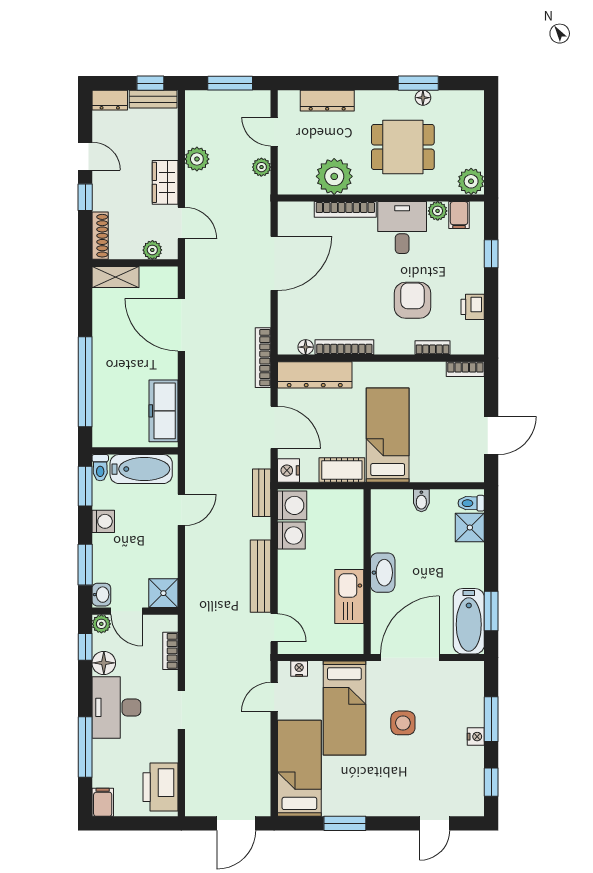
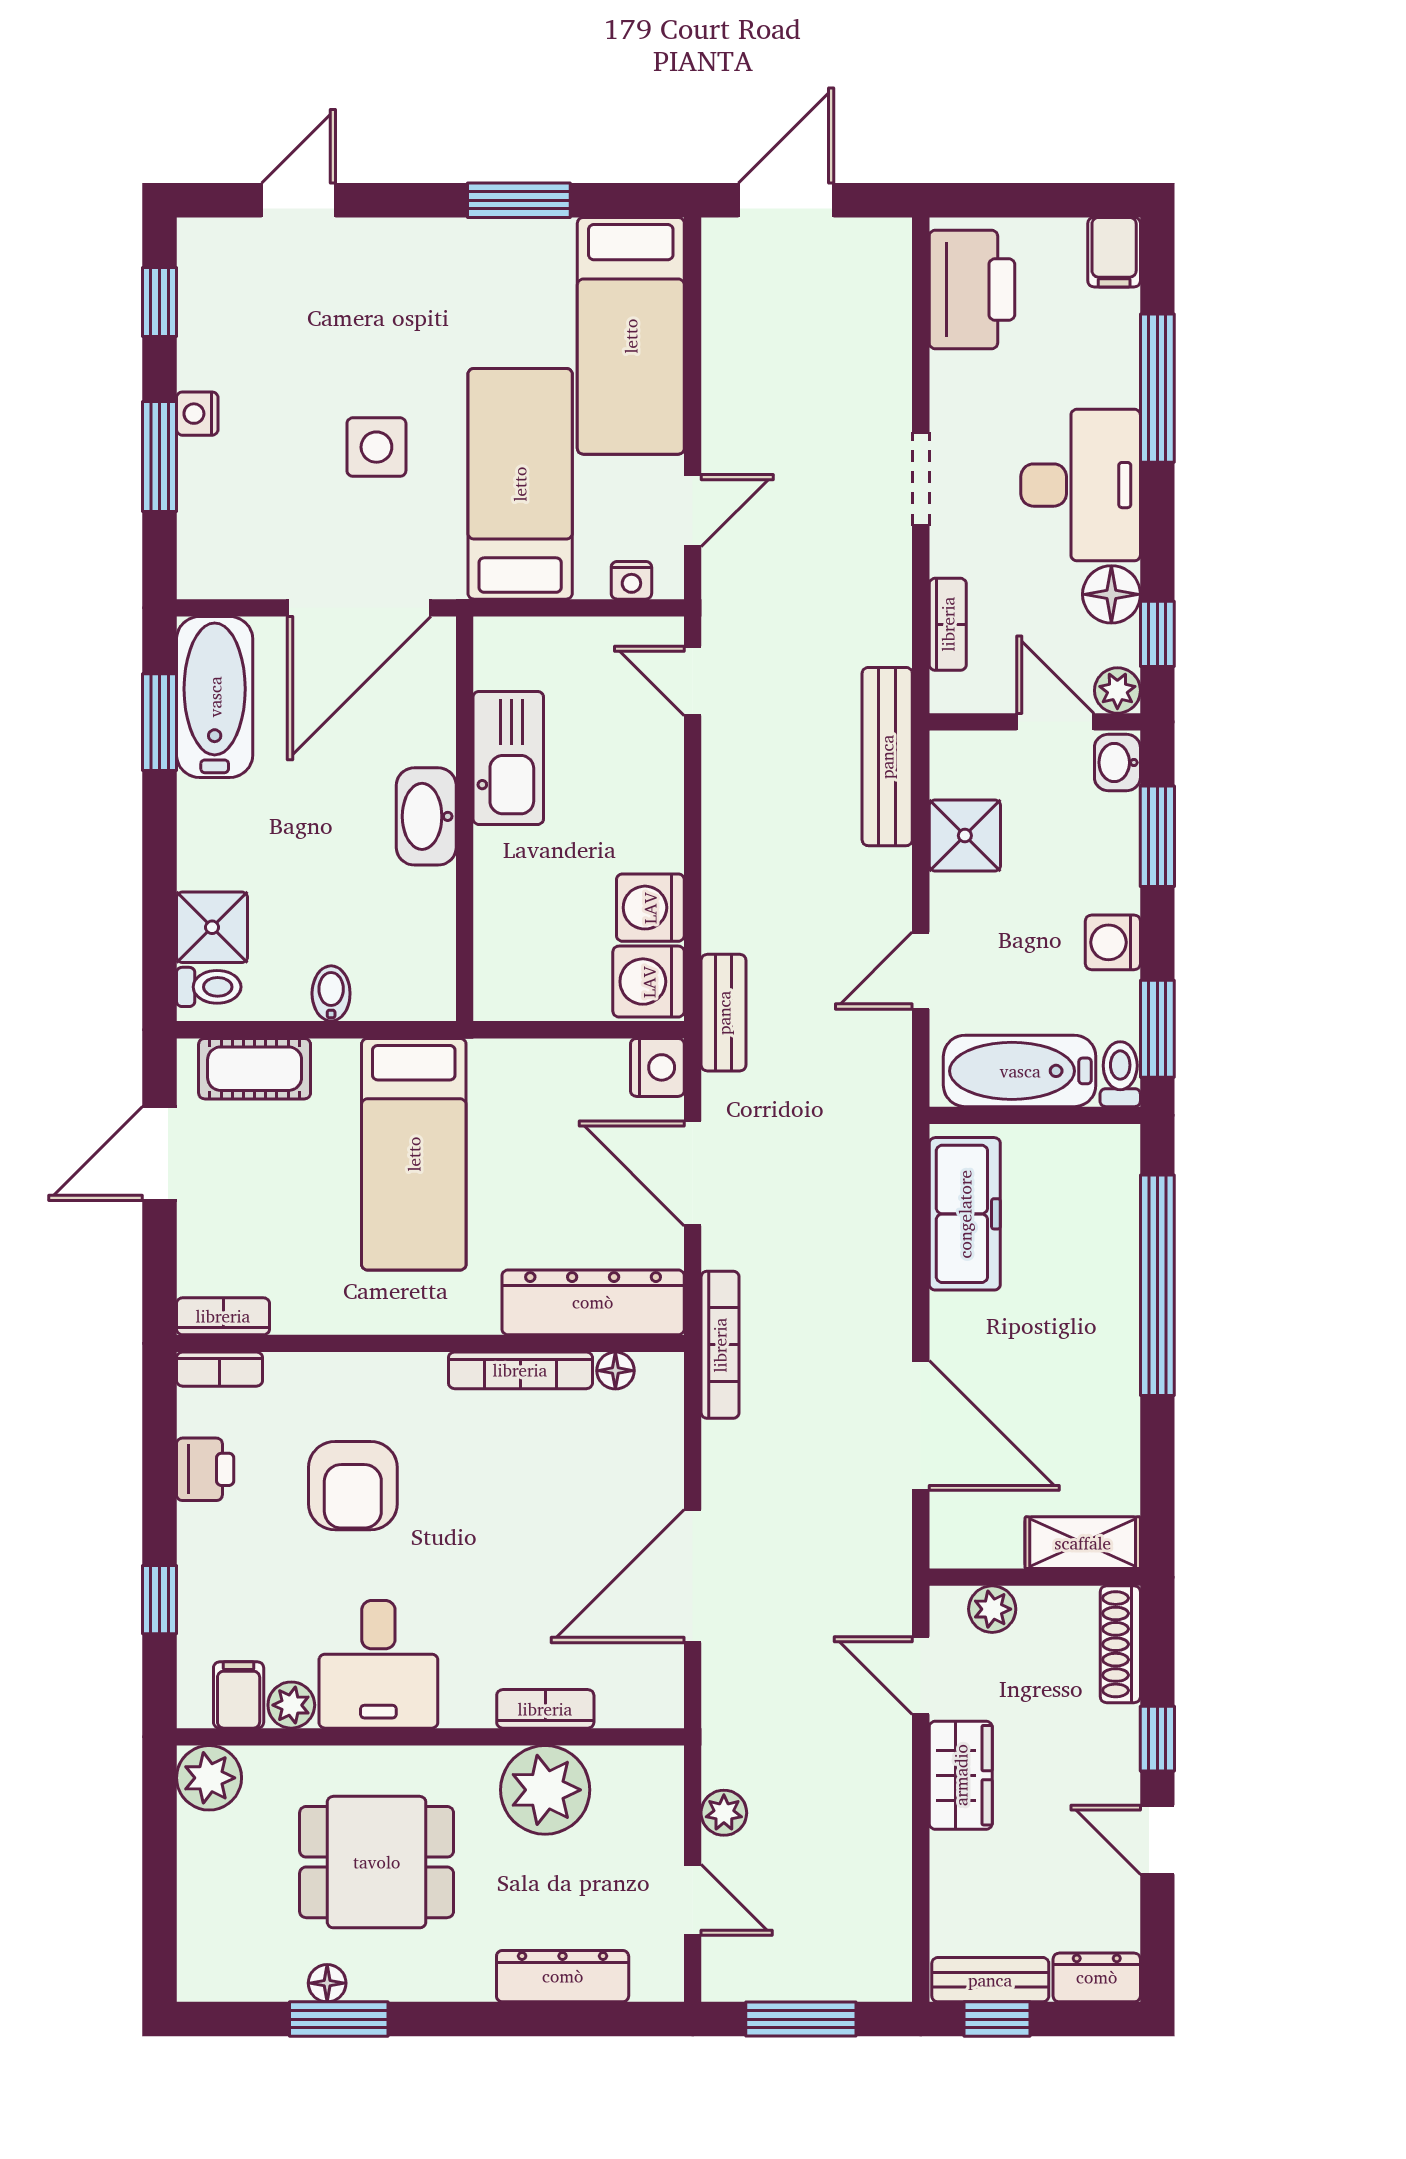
plant: (197, 159) -> (882, 1833), removed
bookcase: (345, 209) -> (545, 1709), width x0.64
bookcase: (432, 348) -> (220, 1369), moved
cot: (342, 470) -> (255, 1069), moved
bench: (261, 576) -> (887, 757), moved
shower: (163, 593) -> (965, 836), moved

